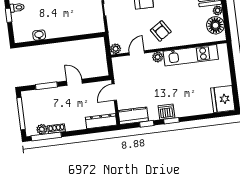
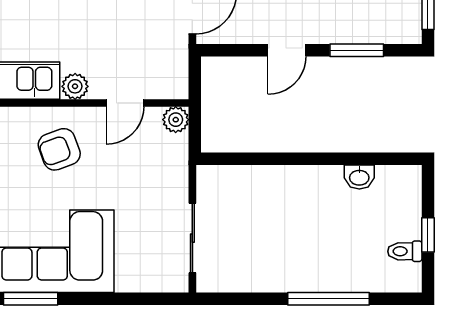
armchair: (161, 31) -> (59, 149), turned -77
door: (75, 82) -> (287, 50), hinge flipped

